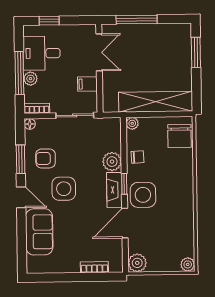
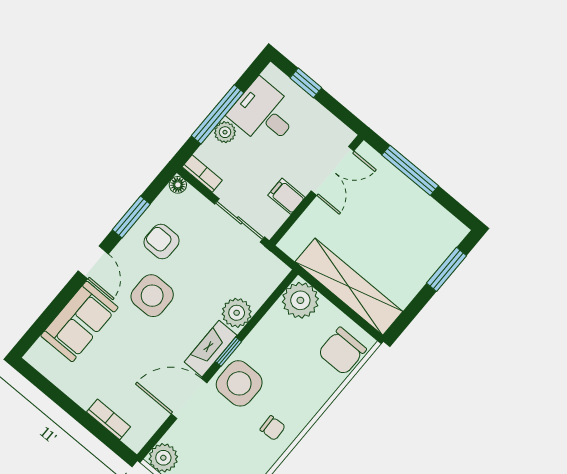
plant: (132, 123) -> (300, 300), width x1.88, depth x1.88
chair: (138, 157) -> (273, 428), moved

